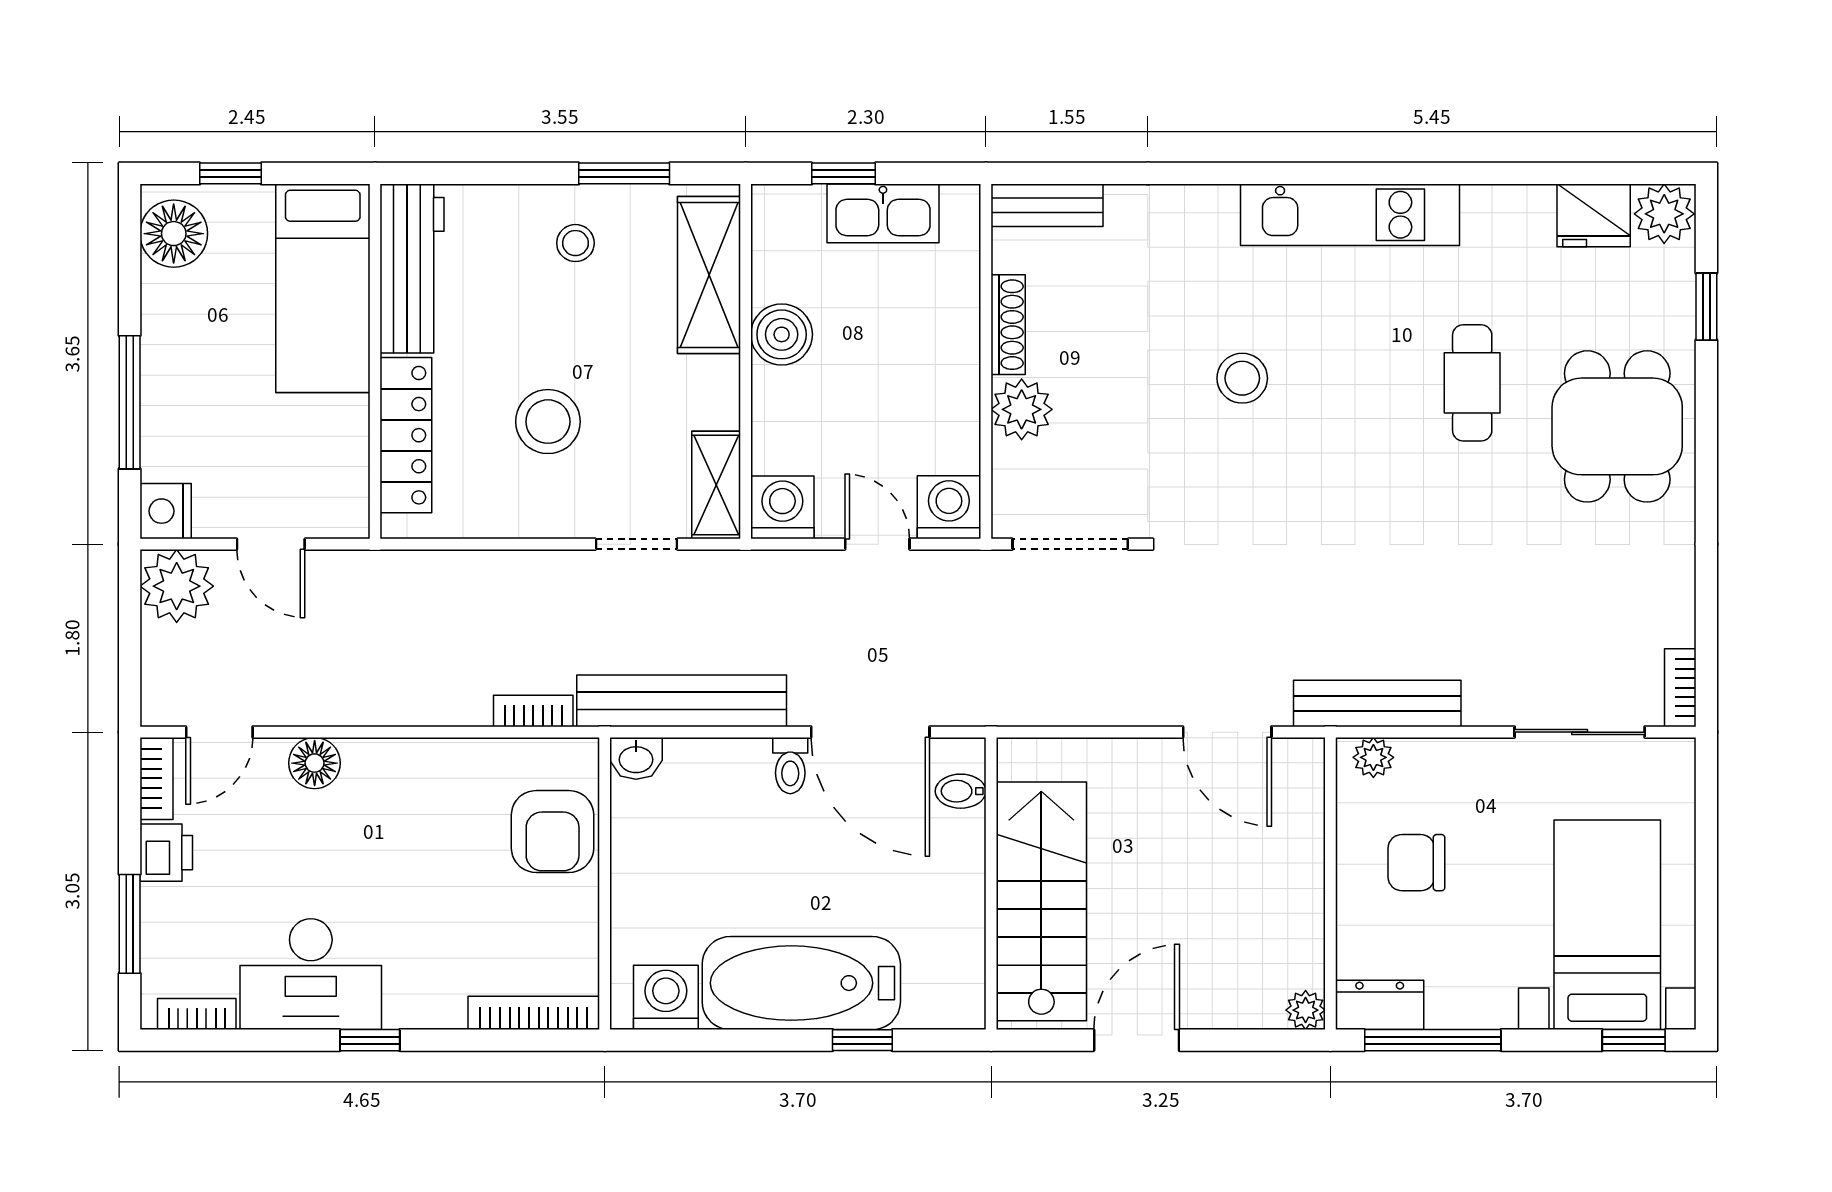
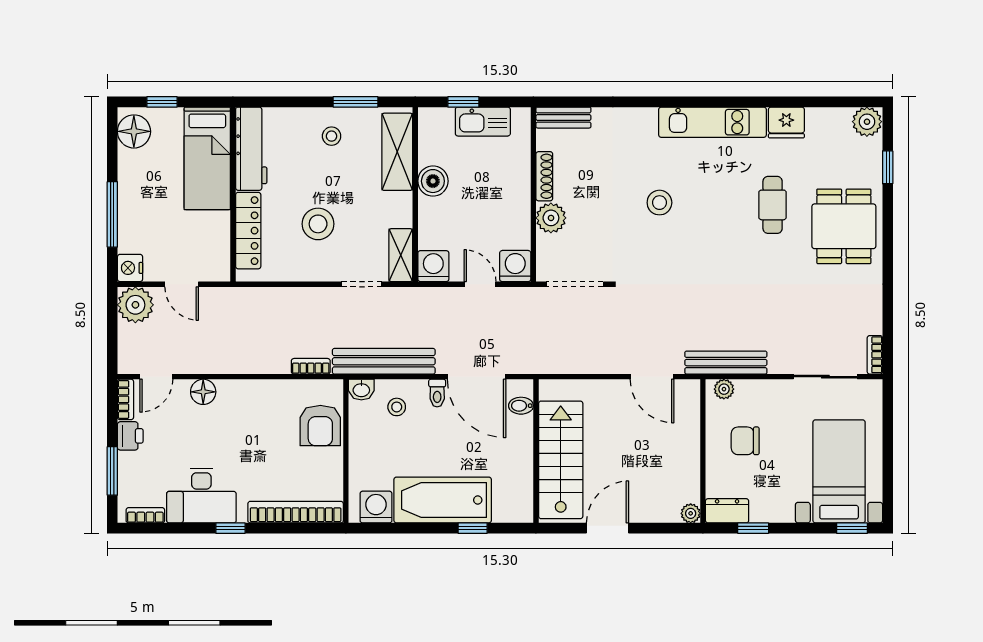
fridge: (1594, 215) -> (786, 122), moved
stool: (708, 794) -> (397, 407), added
bookcase: (534, 1013) -> (296, 512), width x1.48, depth x1.31
window: (1433, 1040) -> (753, 528), width x0.46

